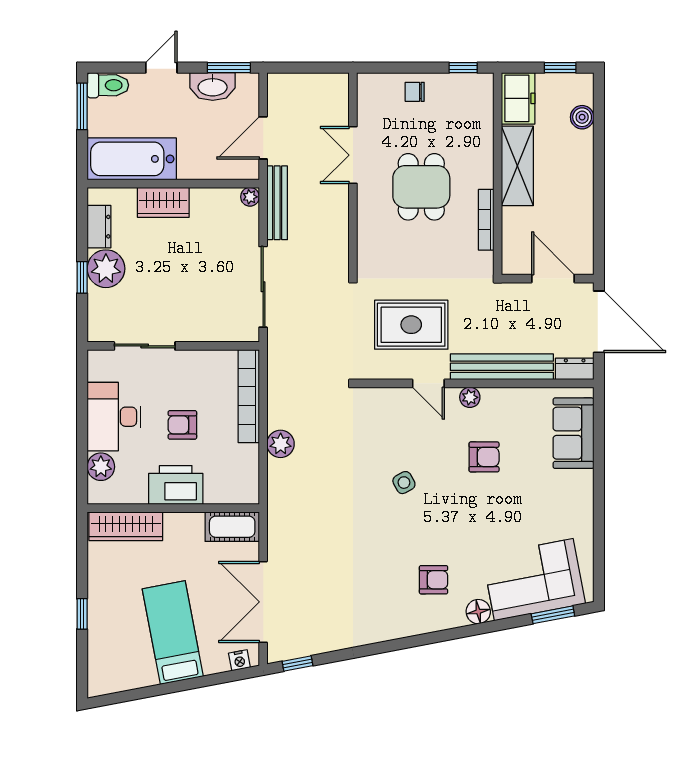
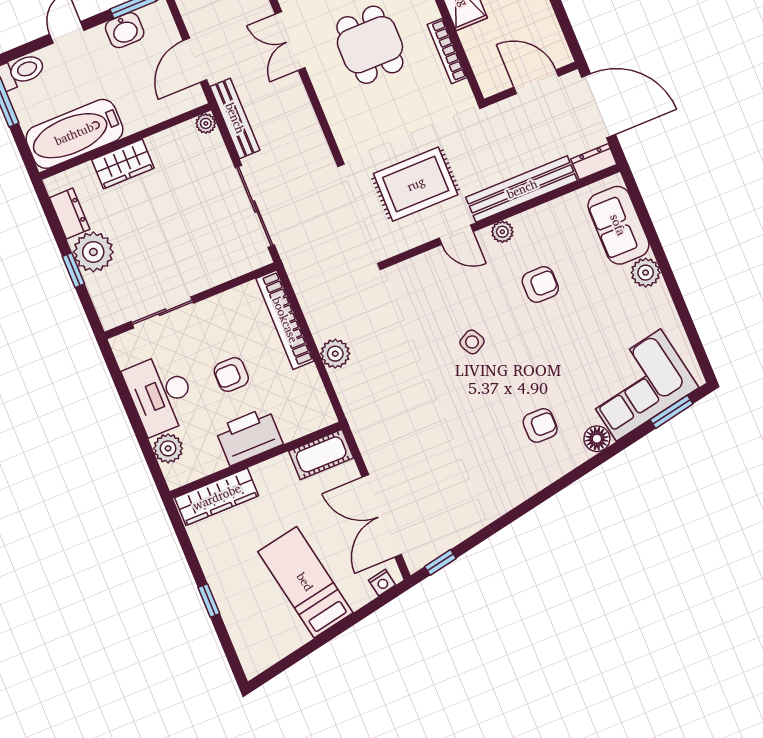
washbasin: (213, 86) -> (125, 30), width x0.72
plant: (580, 484) -> (646, 273), added

